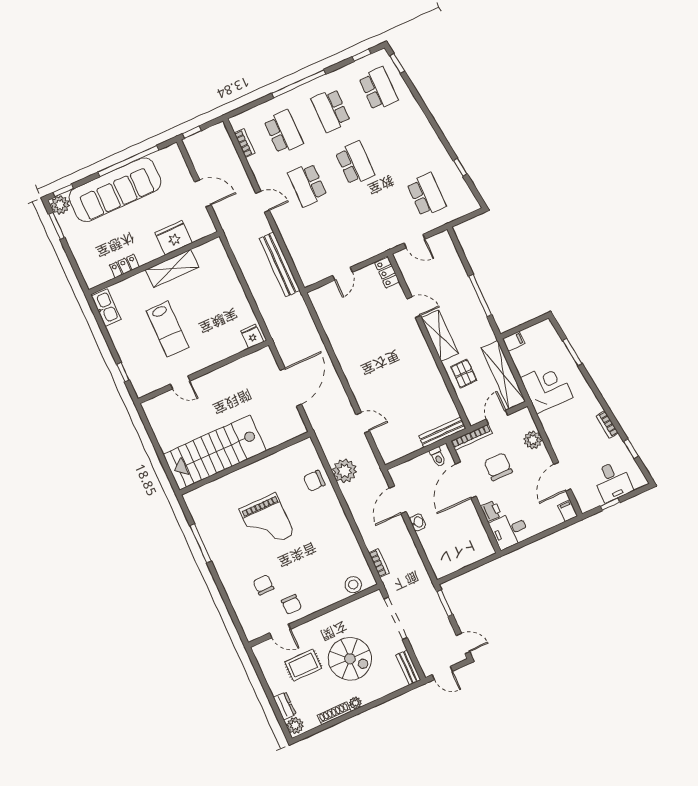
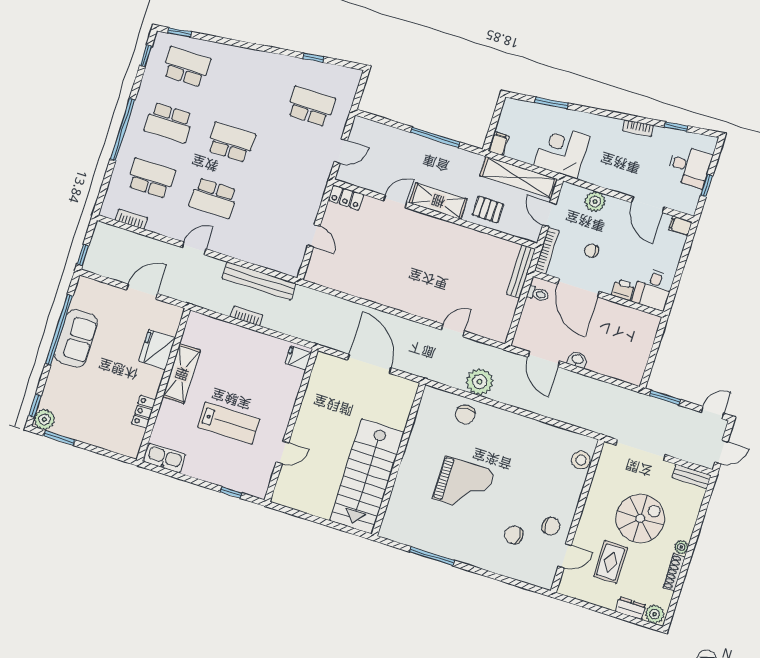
sofa: (115, 190) -> (76, 338), width x0.54, depth x0.79
chair: (498, 467) -> (591, 251), width x0.54, depth x0.54
bookcase: (379, 563) -> (247, 316), moved

